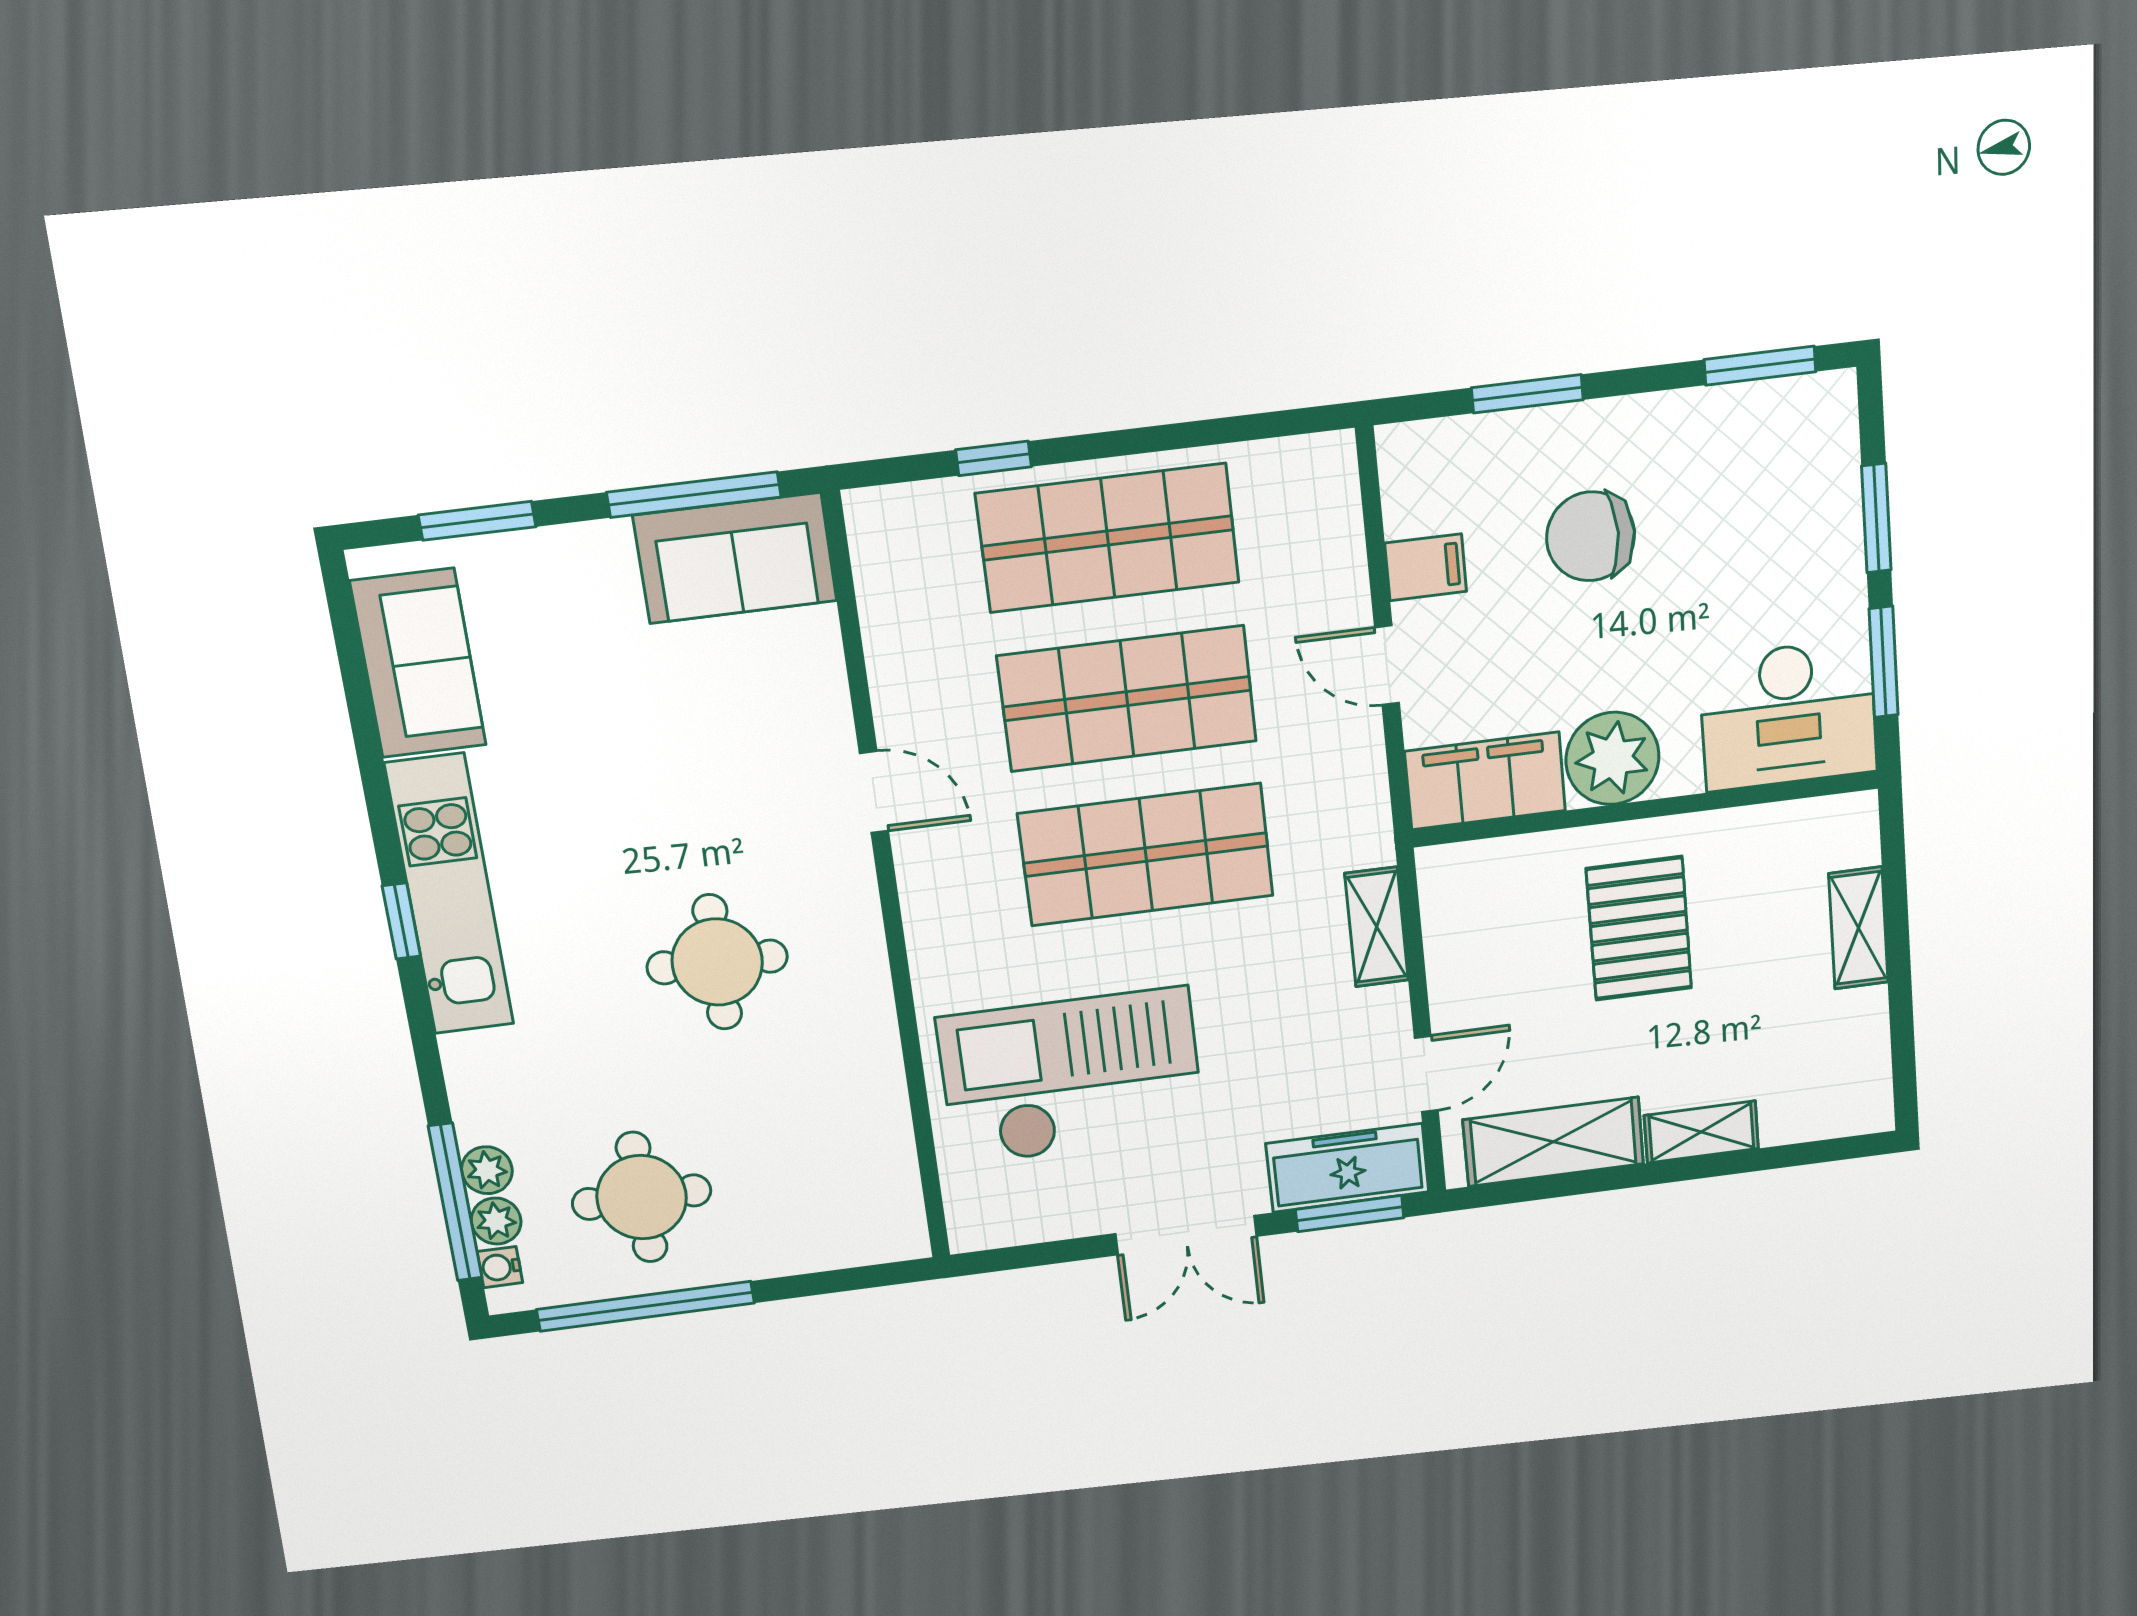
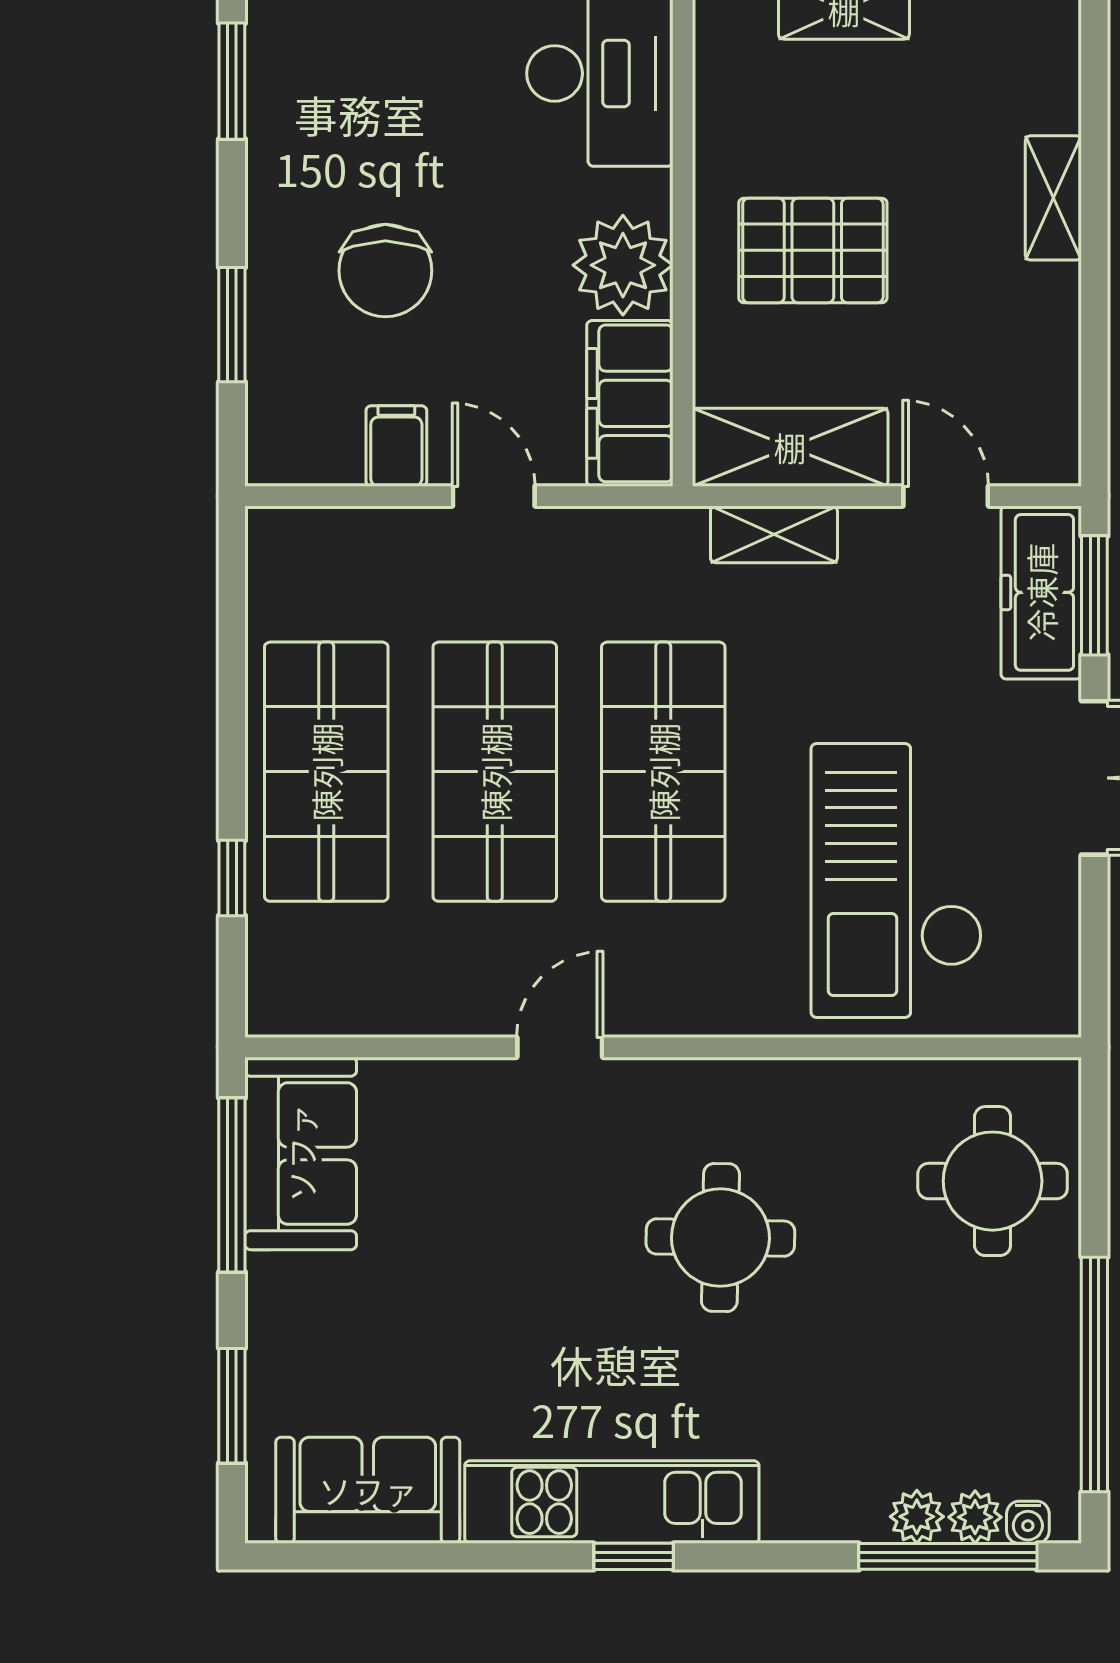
door: (1387, 665) -> (494, 496), swing flipped
shelving: (1553, 1142) -> (790, 447), moved, turned 90
round table: (642, 1197) -> (993, 1181), moved

